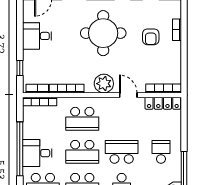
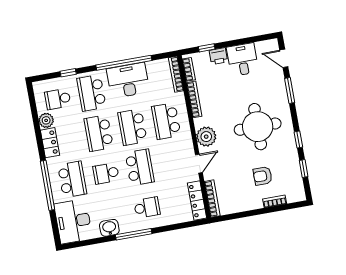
printer: (30, 58) -> (218, 56), added
desk: (37, 153) -> (128, 80), width x1.37

